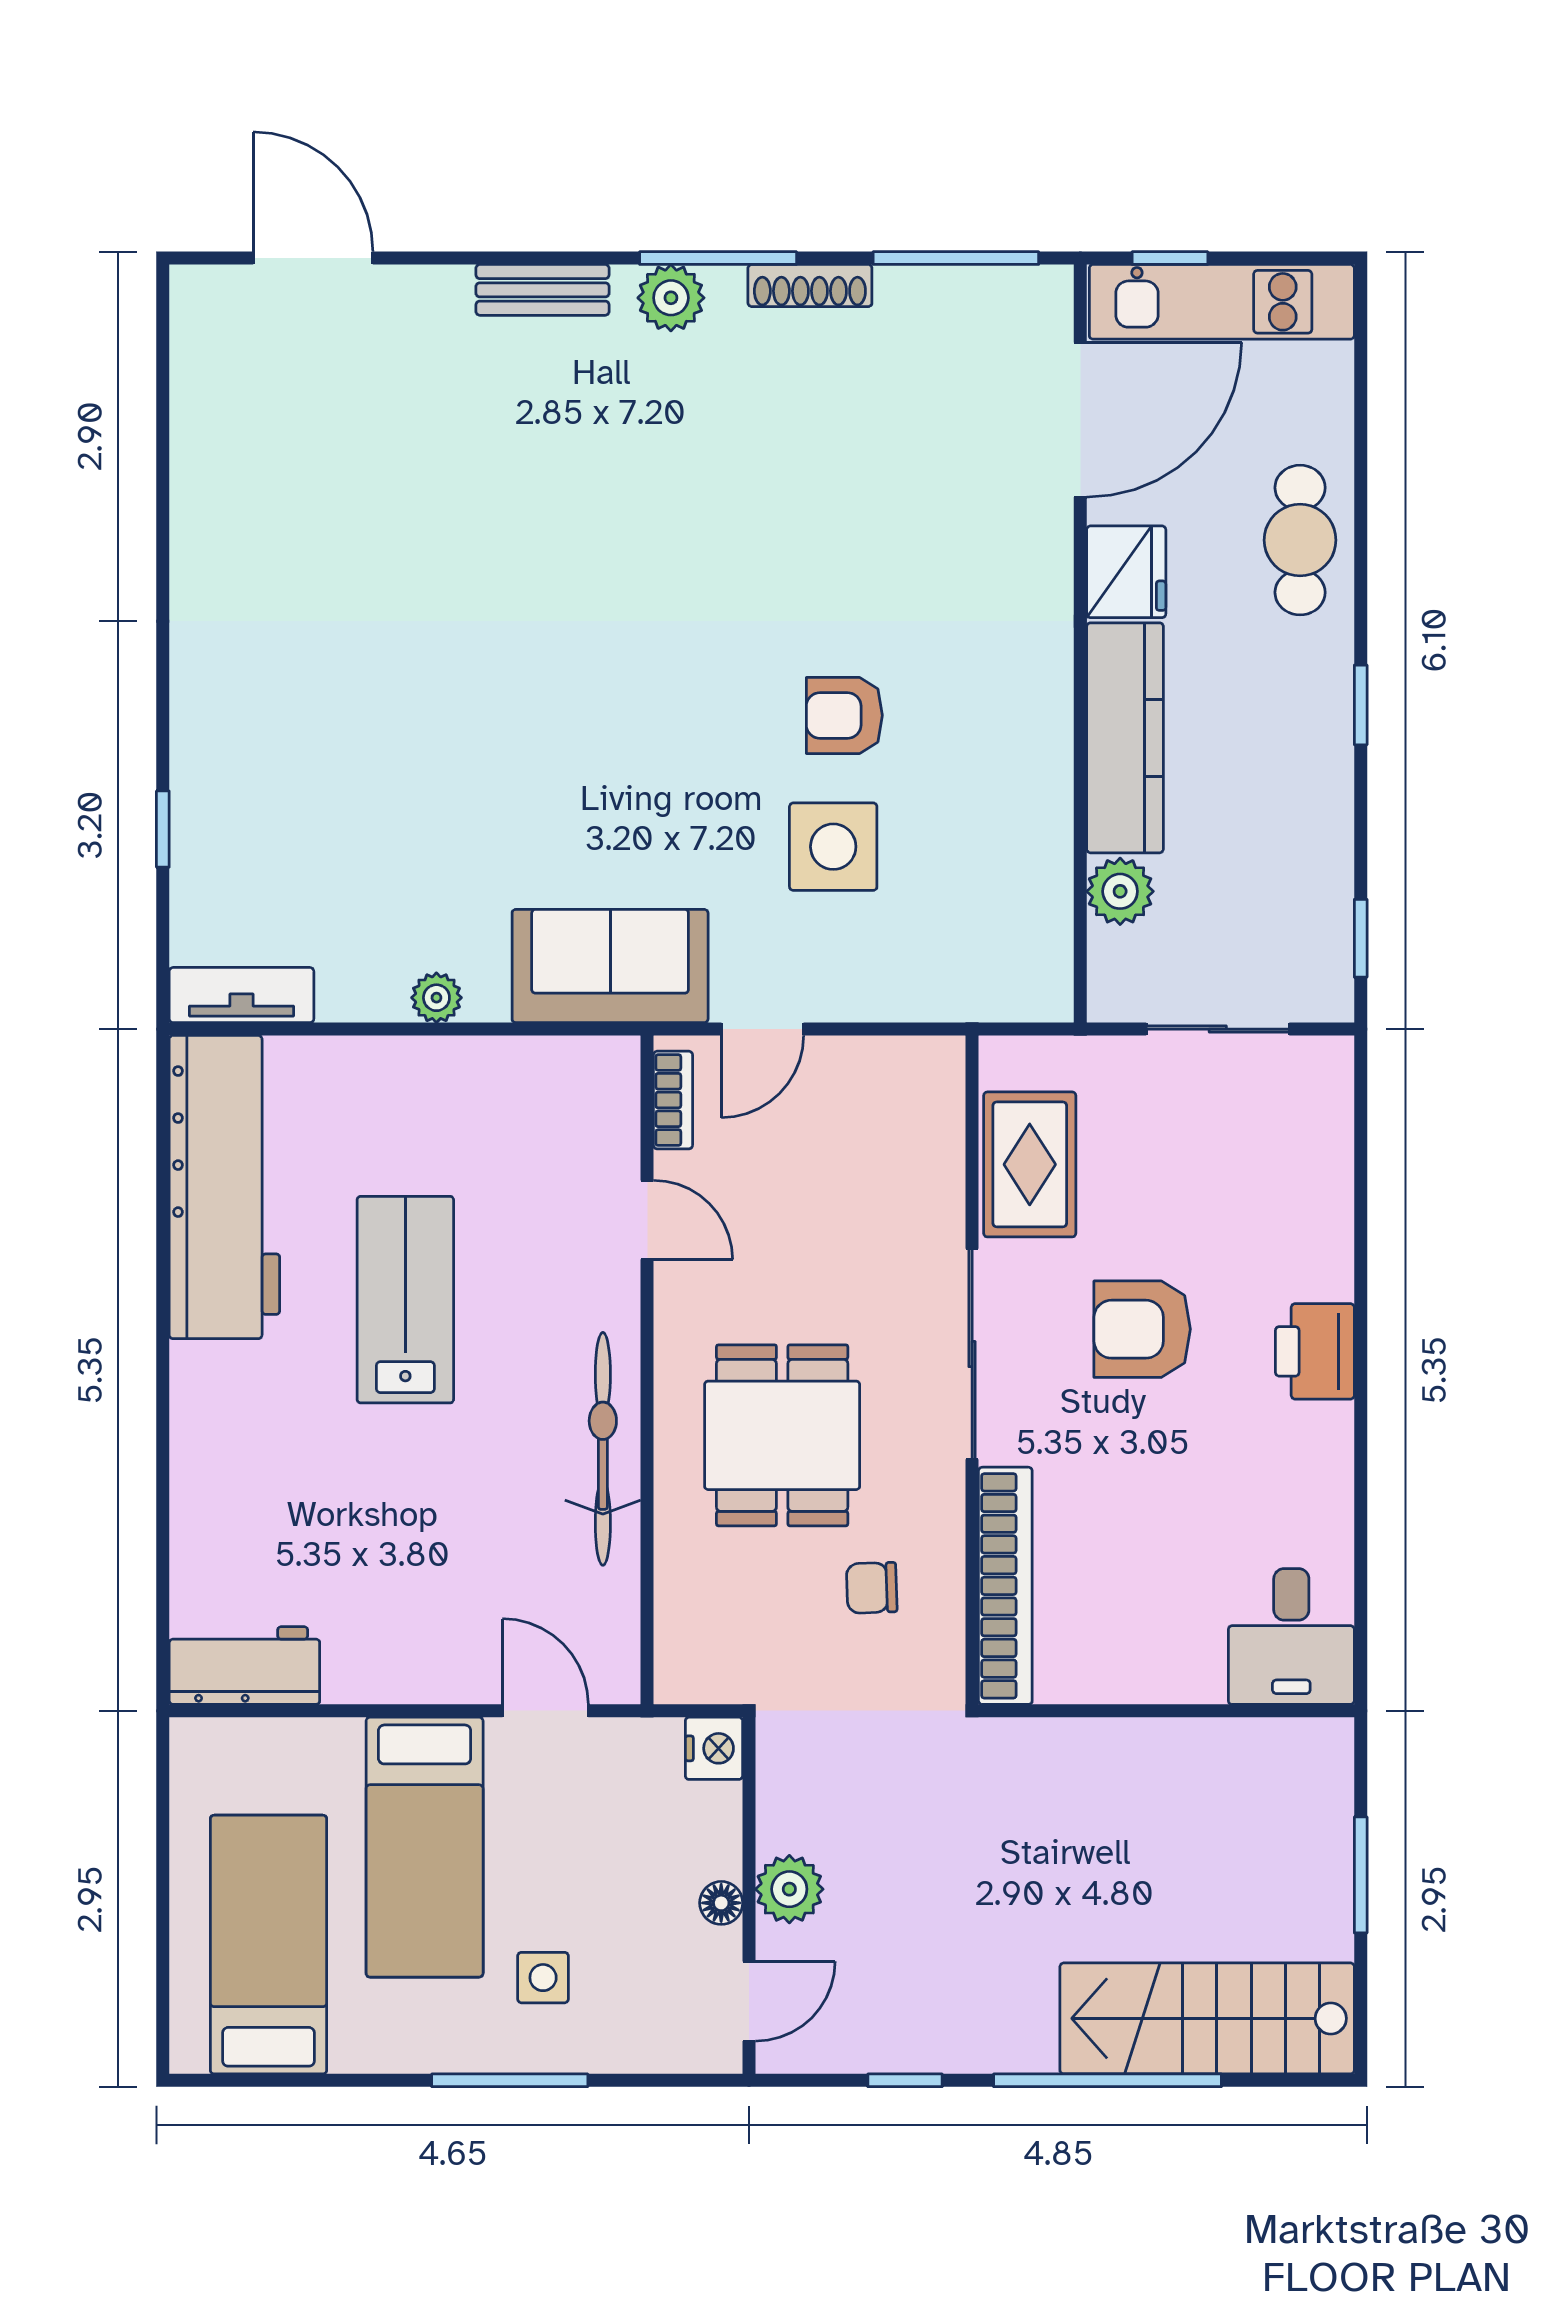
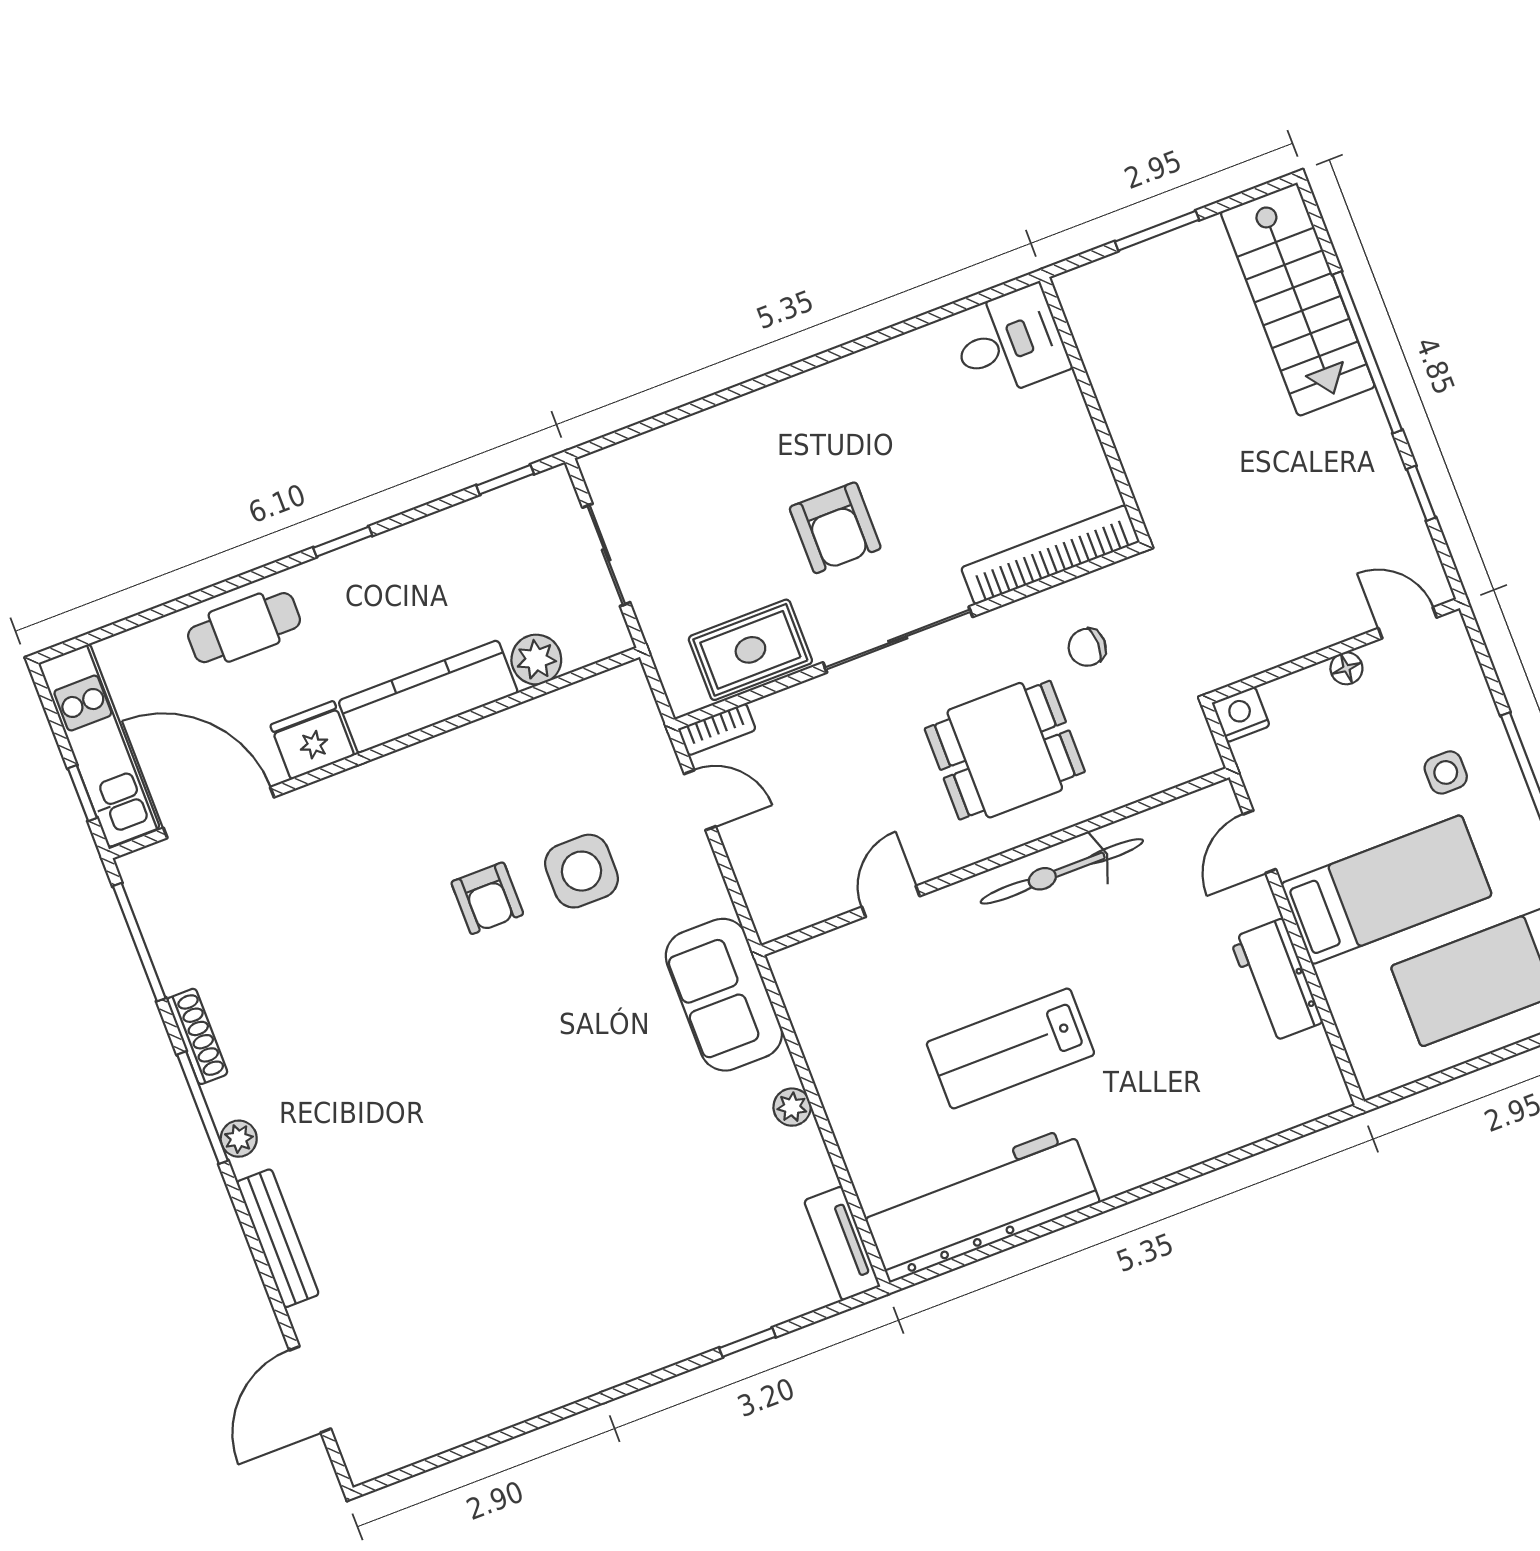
bench: (542, 290) -> (278, 1238), width x1.36
plant: (671, 298) -> (239, 1139), width x0.73, depth x0.73
door: (762, 1029) -> (700, 800), moved
bookcase: (673, 1100) -> (717, 729), moved, turned 180
printer: (1315, 1351) -> (805, 402), removed
chair: (872, 1588) -> (1087, 647), turned 92
workbench: (244, 1666) -> (1276, 980), moved
plant: (789, 1889) -> (1319, 625), removed

